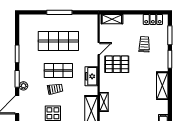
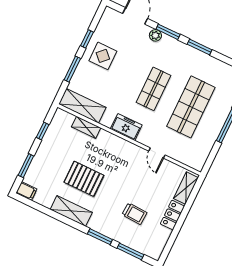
locker: (153, 19) -> (172, 215), moved
pallet: (117, 64) -> (84, 179), moved, turned 90
trolley: (55, 89) -> (132, 74), removed

